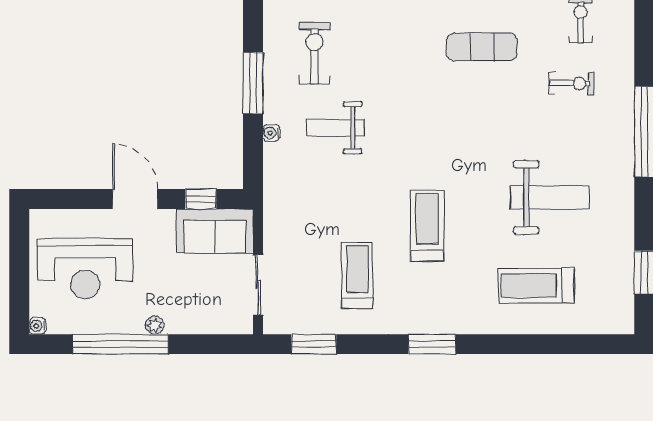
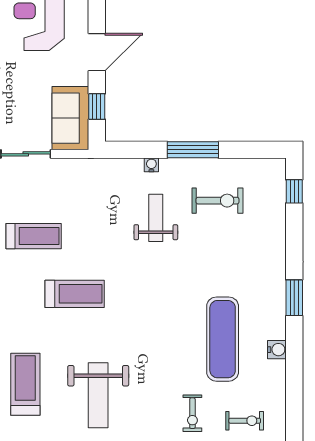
exercise mat: (482, 47) -> (223, 339), width x1.36, depth x1.45

